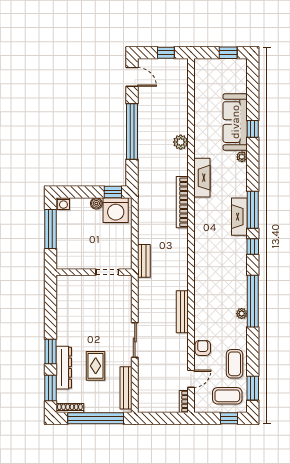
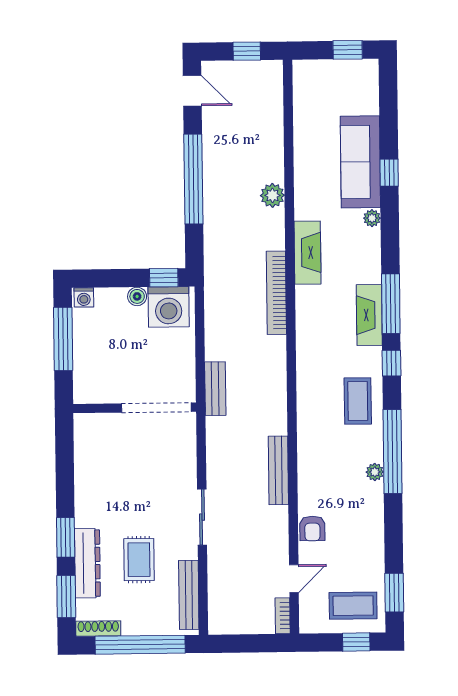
doorway: (107, 272) -> (156, 408), width x1.87
armchair: (203, 348) -> (312, 528), turned 180
coffee table: (234, 364) -> (358, 401), moved

